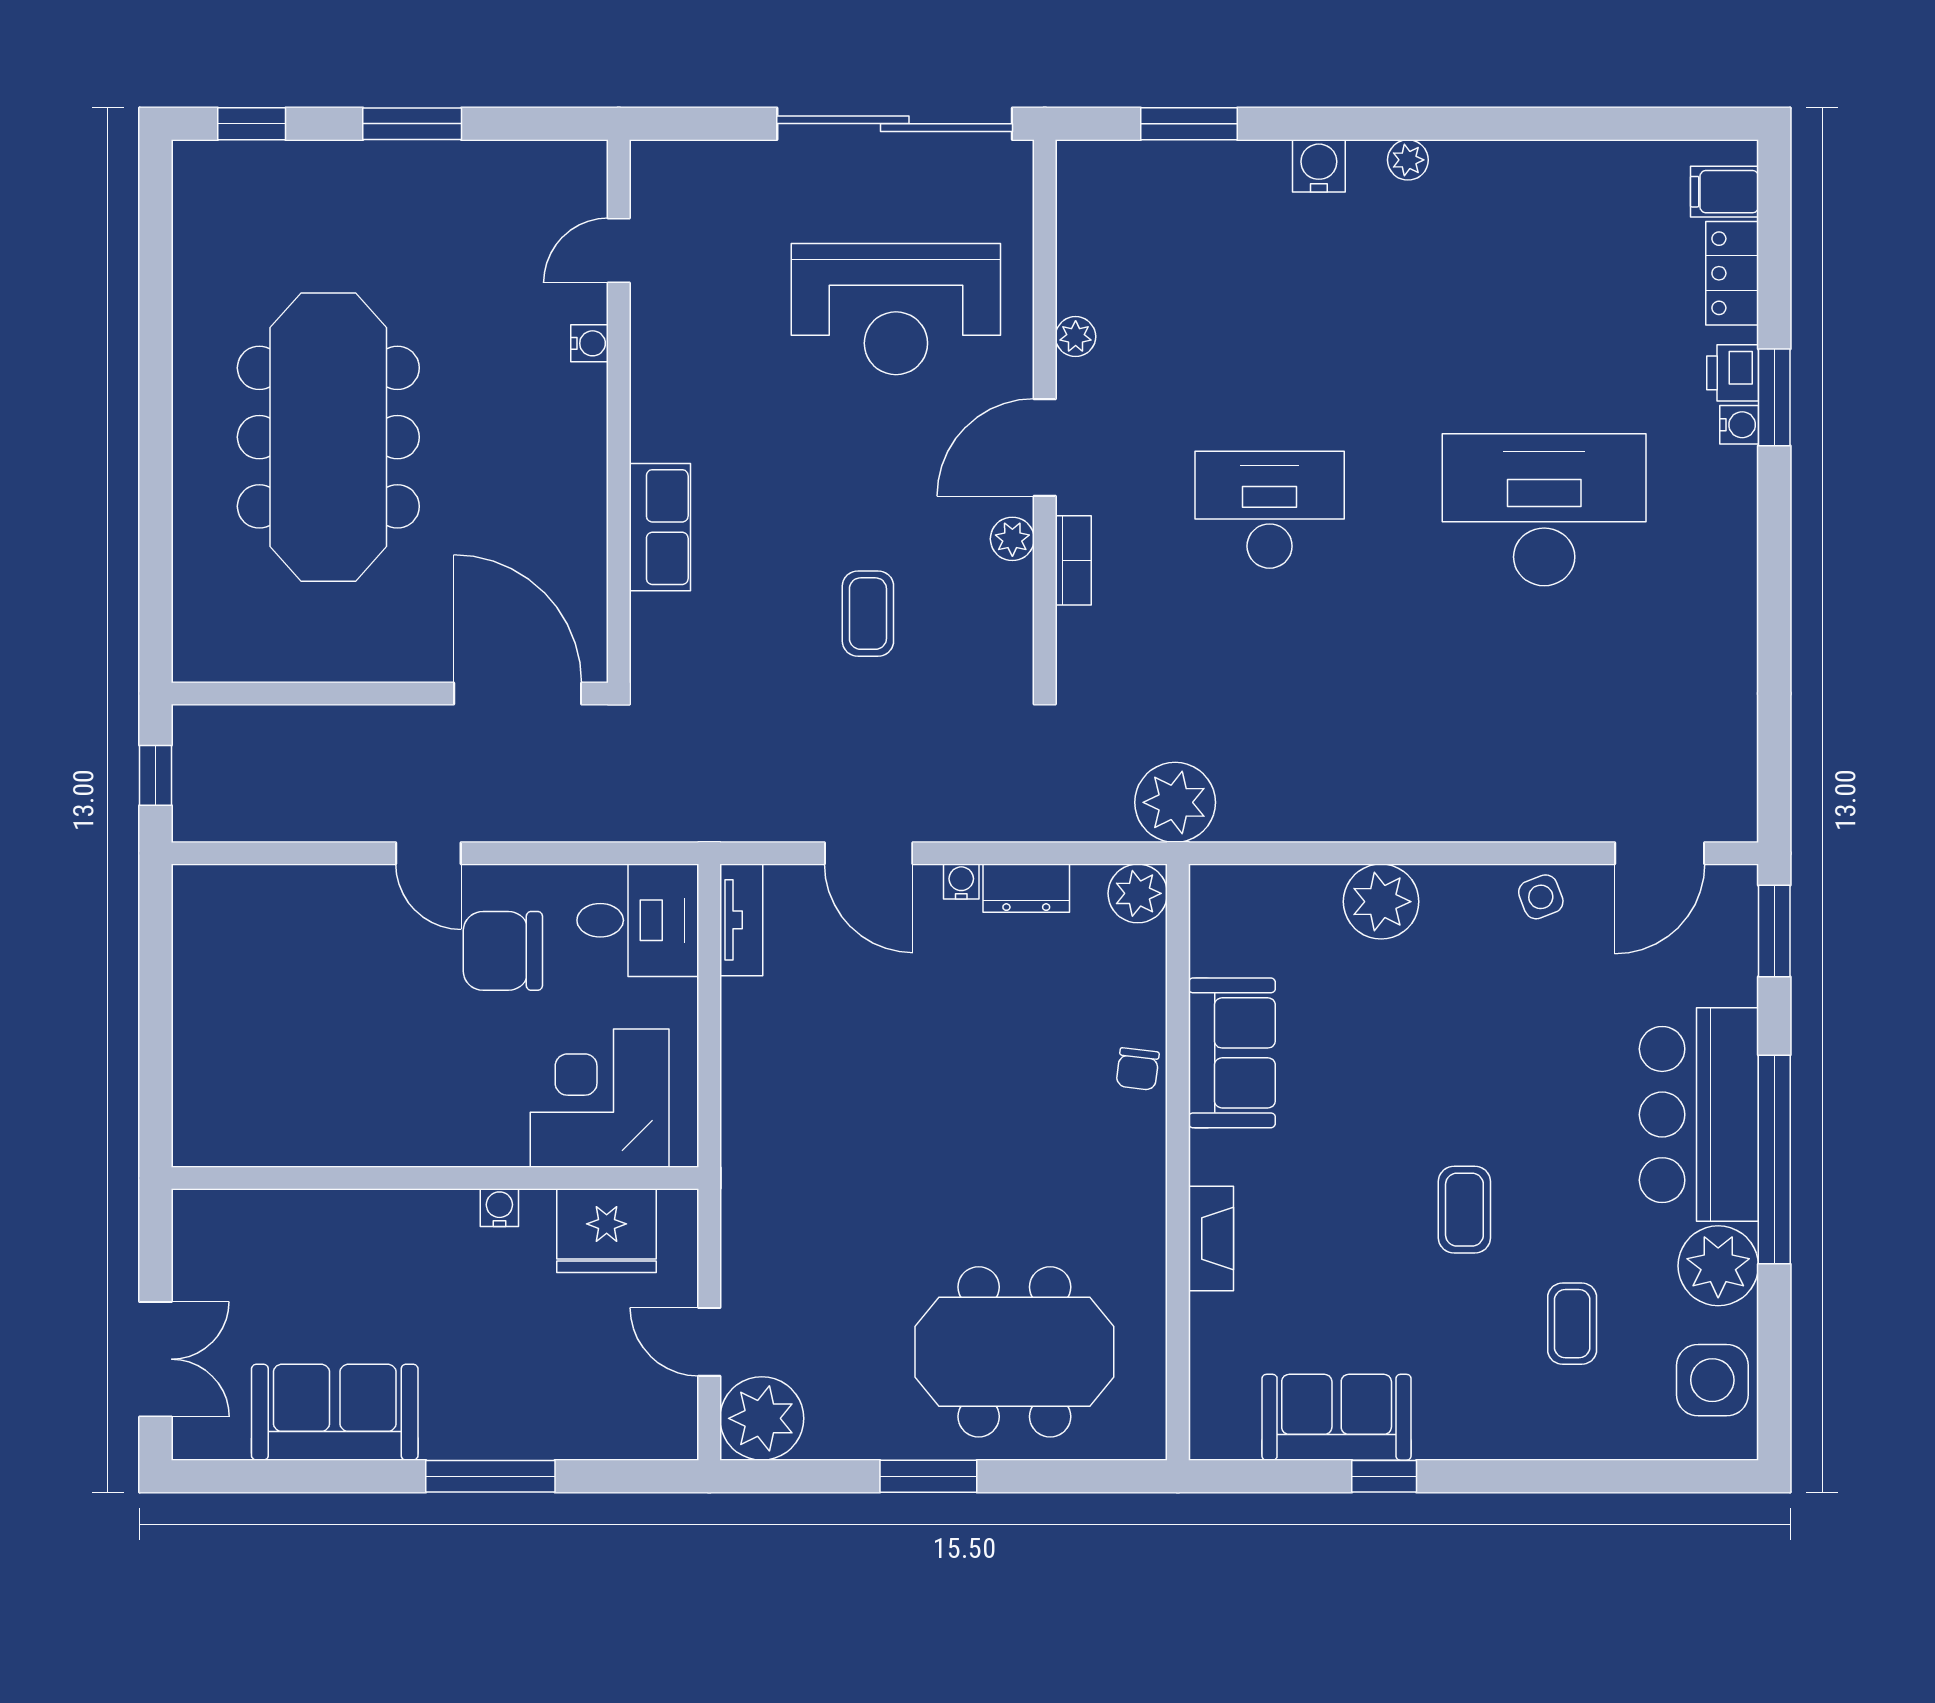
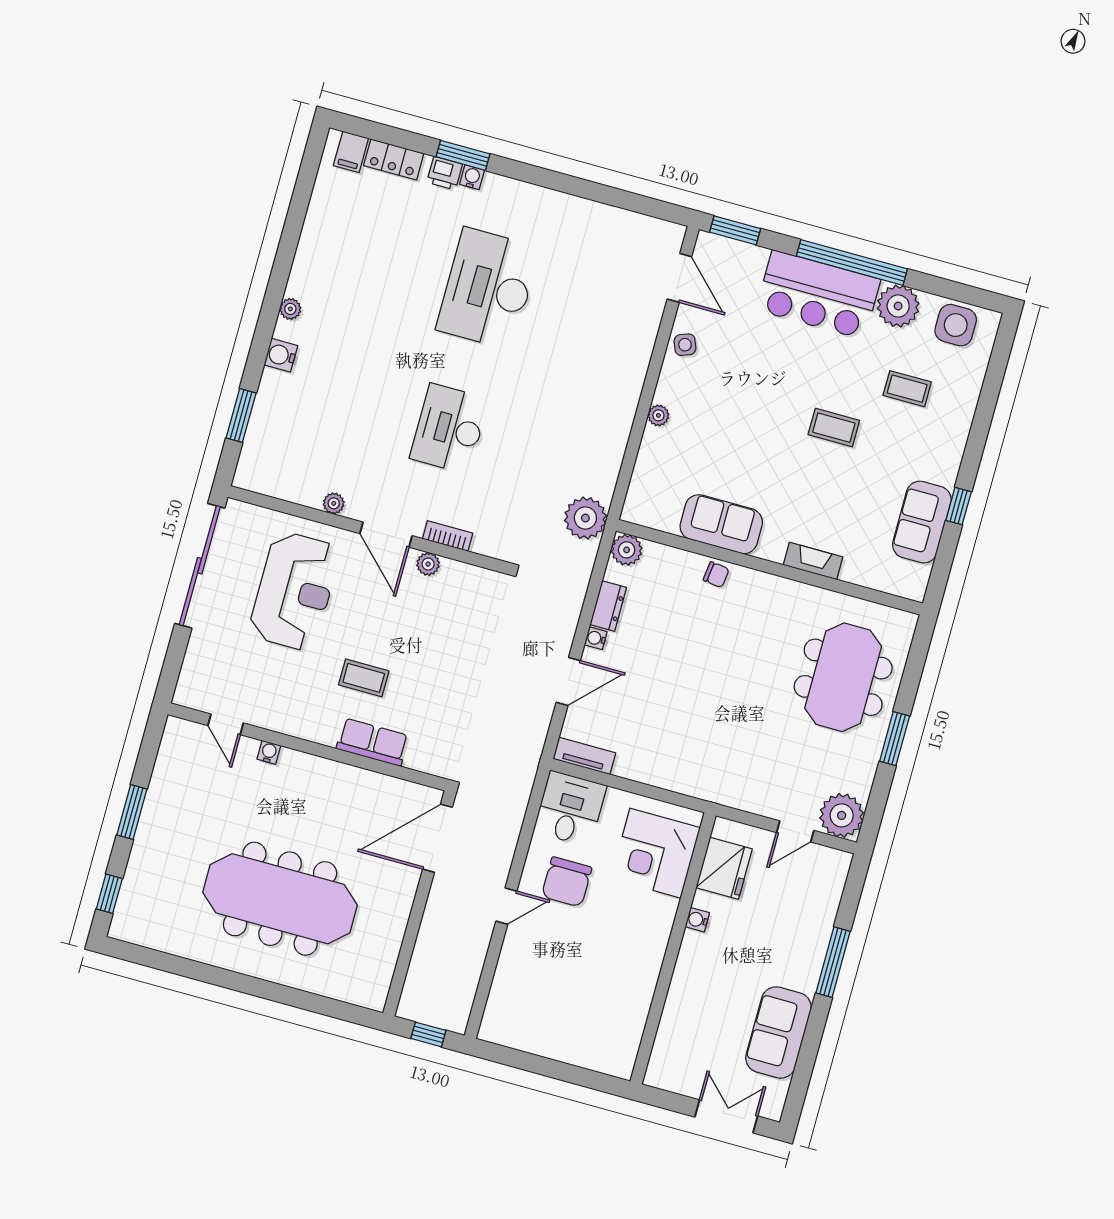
coffee table: (868, 614) -> (364, 678), moved
plant: (1381, 902) -> (658, 415), width x0.53, depth x0.53

